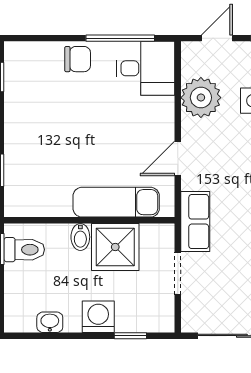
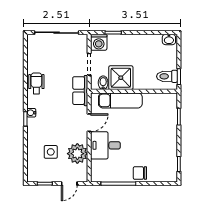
desk: (146, 68) -> (105, 145), moved
bidet: (80, 237) -> (103, 83), moved
washing machine: (98, 317) -> (99, 42), moved
washbasin: (50, 322) -> (169, 39), moved

